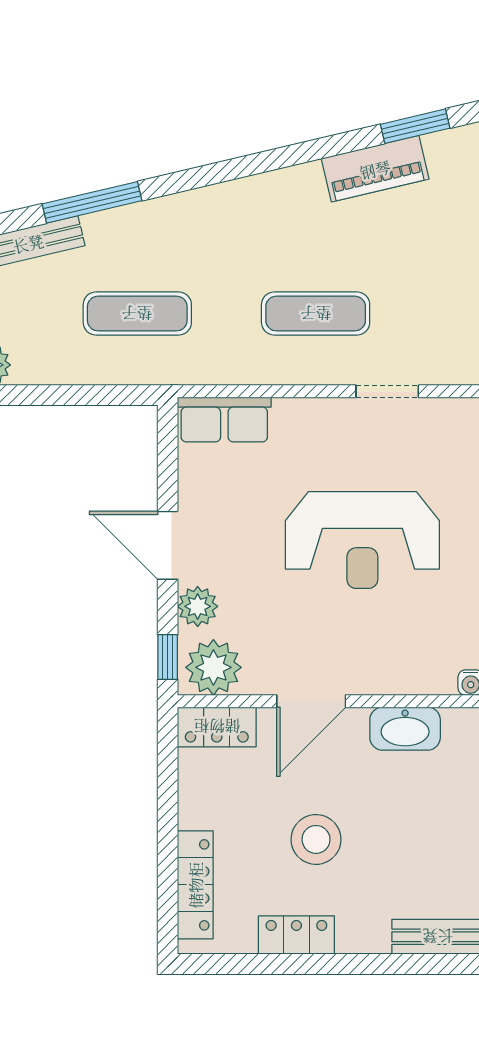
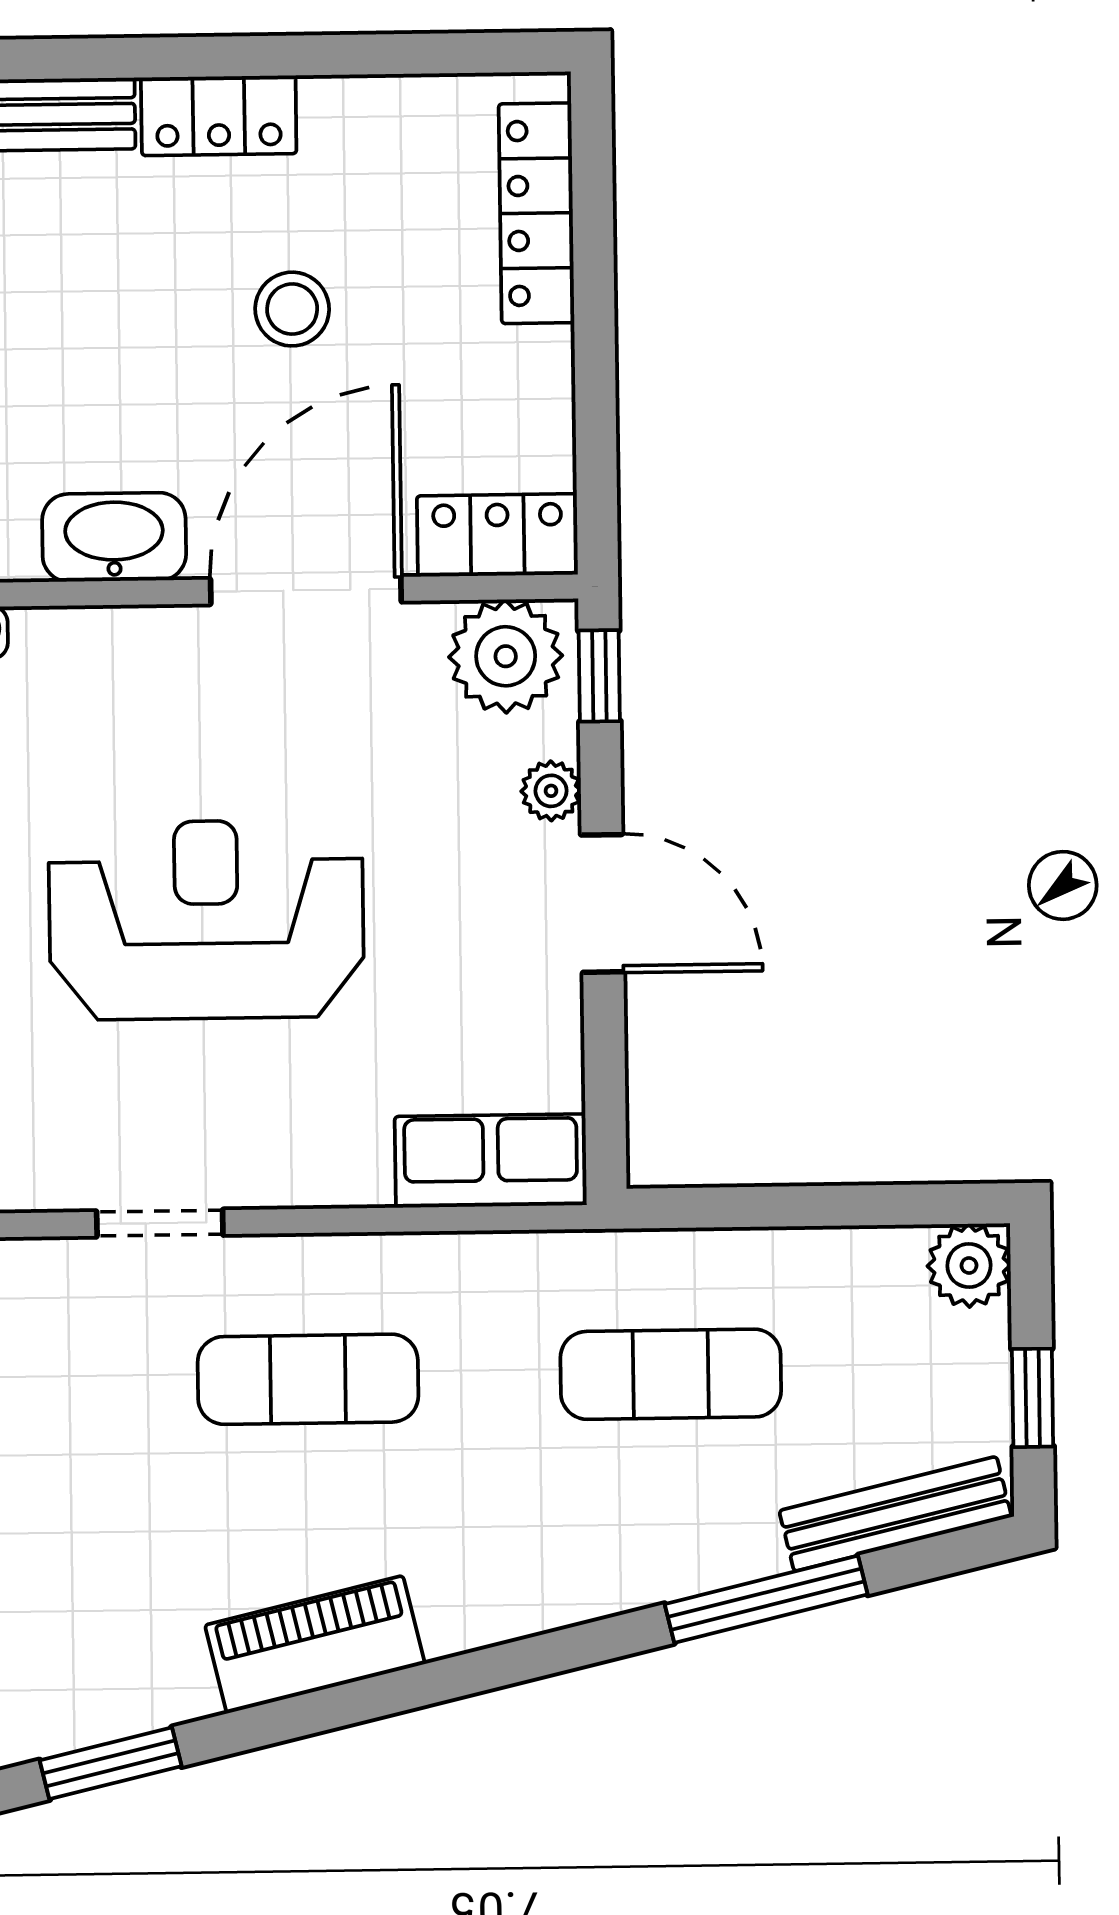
piano: (375, 169) -> (315, 1645), moved
plant: (198, 606) -> (551, 791), width x0.73, depth x0.73
door: (311, 701) -> (306, 590), width x1.36
stool: (316, 839) -> (292, 309), width x0.73, depth x0.73
locker: (296, 935) -> (219, 116), moved

